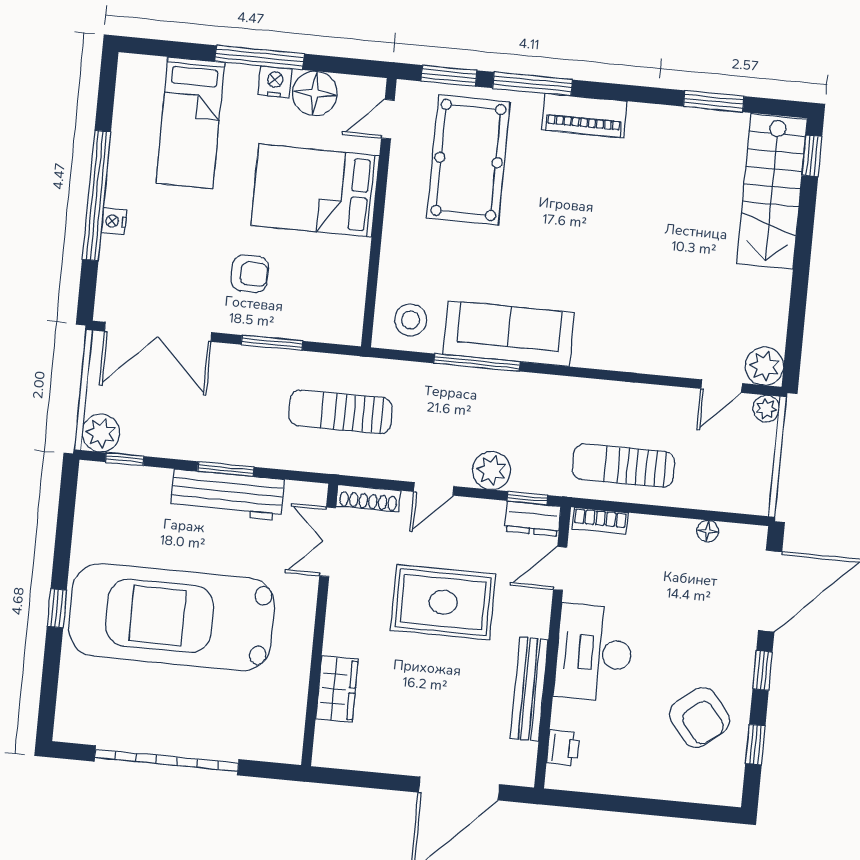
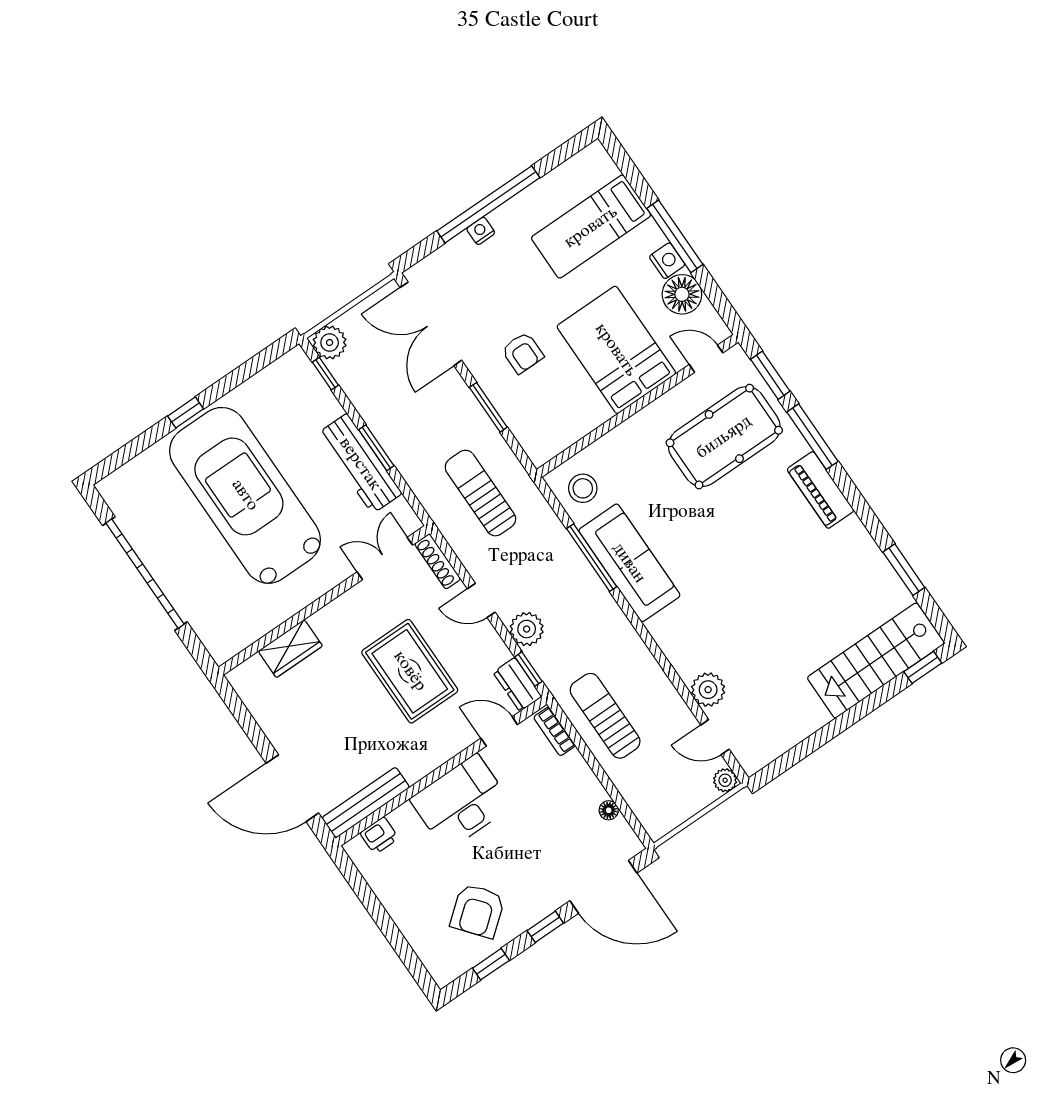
plant: (764, 366) -> (708, 690), moved
bench: (529, 689) -> (366, 803), moved

